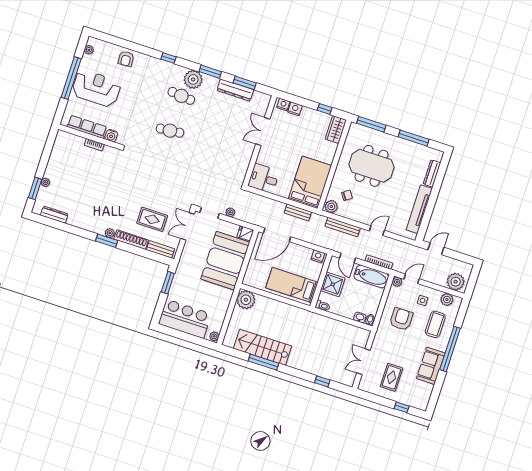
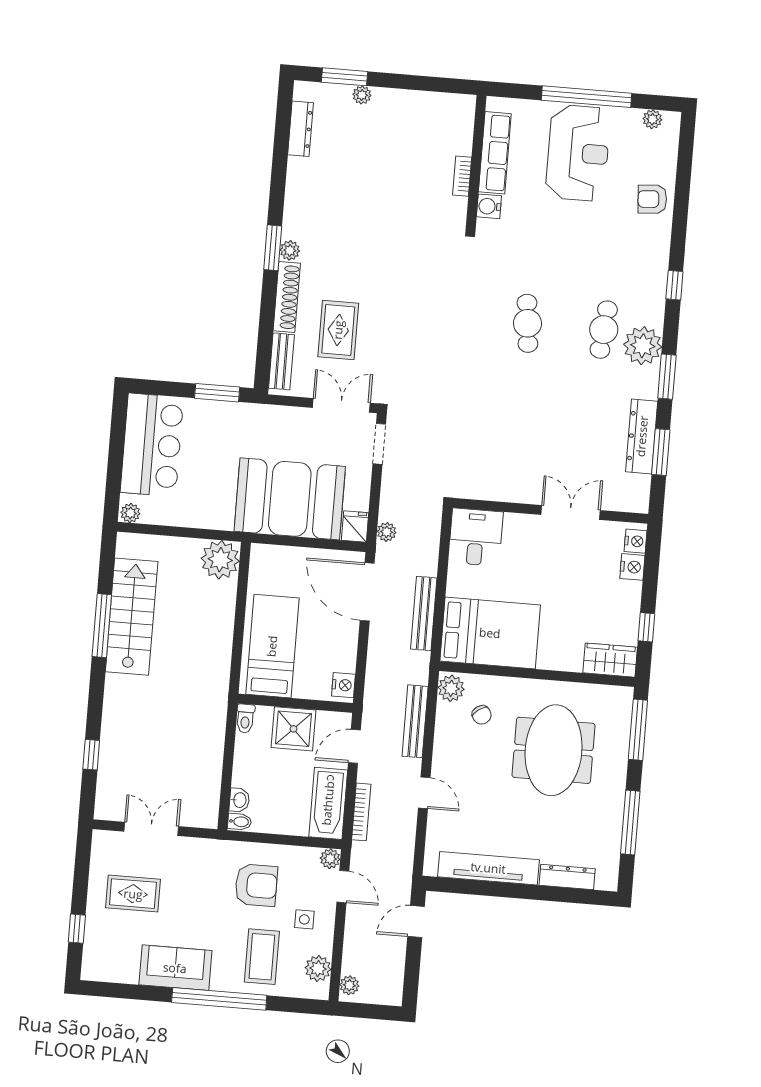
plant: (230, 212) -> (387, 532), moved
bench: (298, 212) -> (424, 613), width x1.36
door: (436, 249) -> (416, 921), swing flipped
plant: (456, 282) -> (349, 985), width x0.53, depth x0.53
coffee table: (435, 324) -> (262, 957), turned 90

